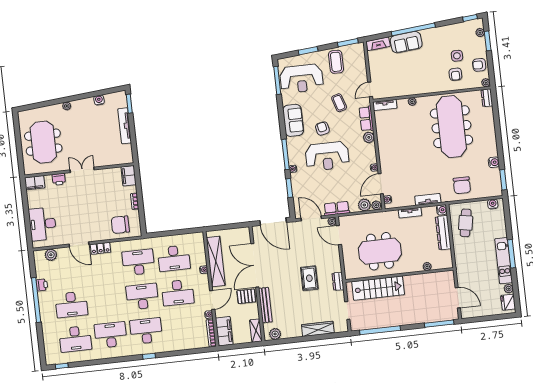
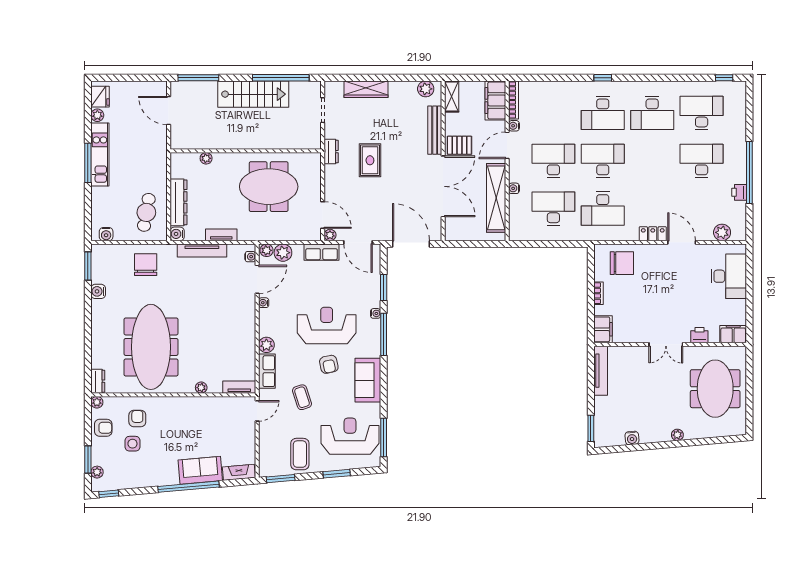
tv unit: (125, 126) -> (601, 371), moved
tv unit: (428, 199) -> (202, 251), width x1.41
stairs: (378, 288) -> (253, 94), moved, turned 180
desk: (142, 297) -> (603, 161), turned 180

